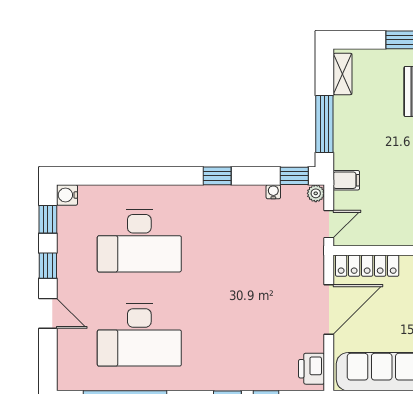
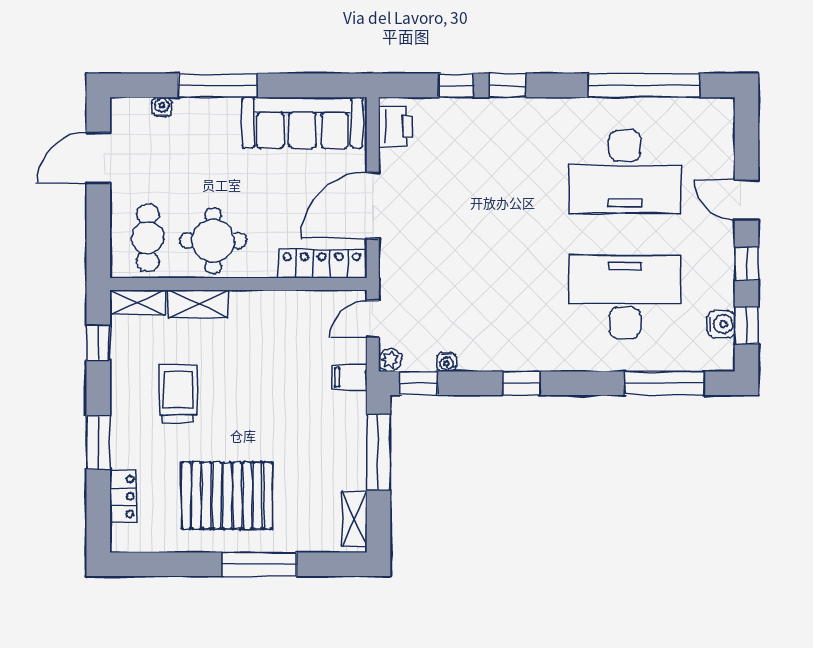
window: (110, 176) -> (664, 383), added
water cooler: (67, 195) -> (721, 324), moved
desk: (139, 335) -> (625, 172), turned 180

